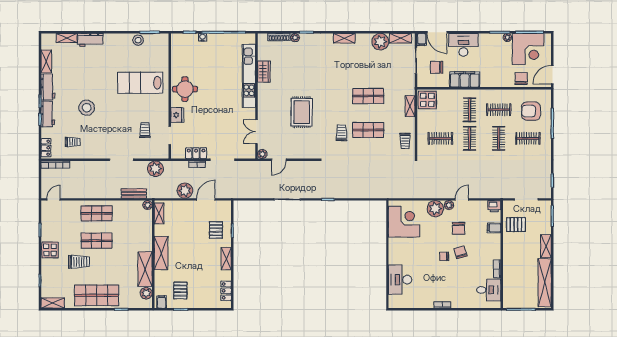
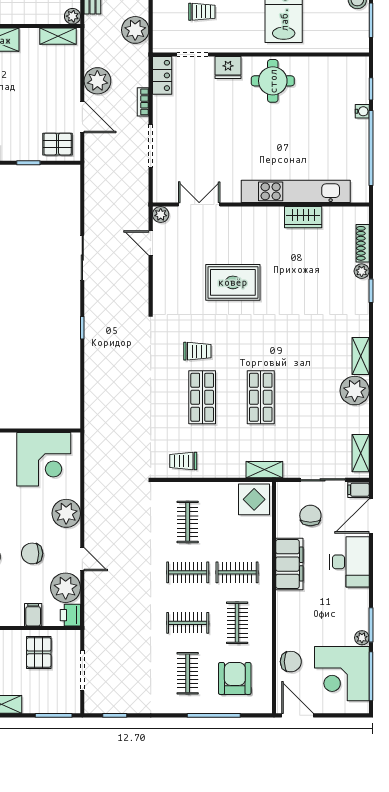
plant: (380, 42) -> (355, 391), moved
shelving: (410, 106) -> (264, 470), moved
locker: (196, 153) -> (162, 75), moved
plant: (449, 205) -> (66, 588), moved, width x1.88, depth x1.88
pallet: (216, 230) -> (58, 144), moved

